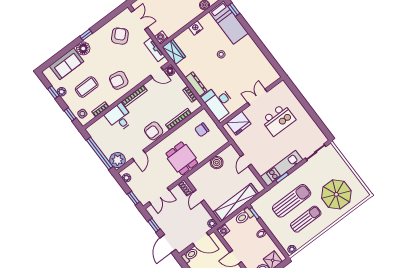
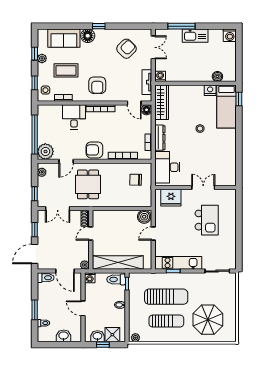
nightstand: (196, 28) -> (210, 90), moved
wardrobe: (174, 52) -> (162, 102), width x1.50
armchair: (119, 80) -> (97, 85), turned -101
kitchen island: (278, 120) -> (207, 220), turned -90
dining table: (182, 158) -> (88, 184), moved
boiler: (217, 163) -> (144, 217), moved

